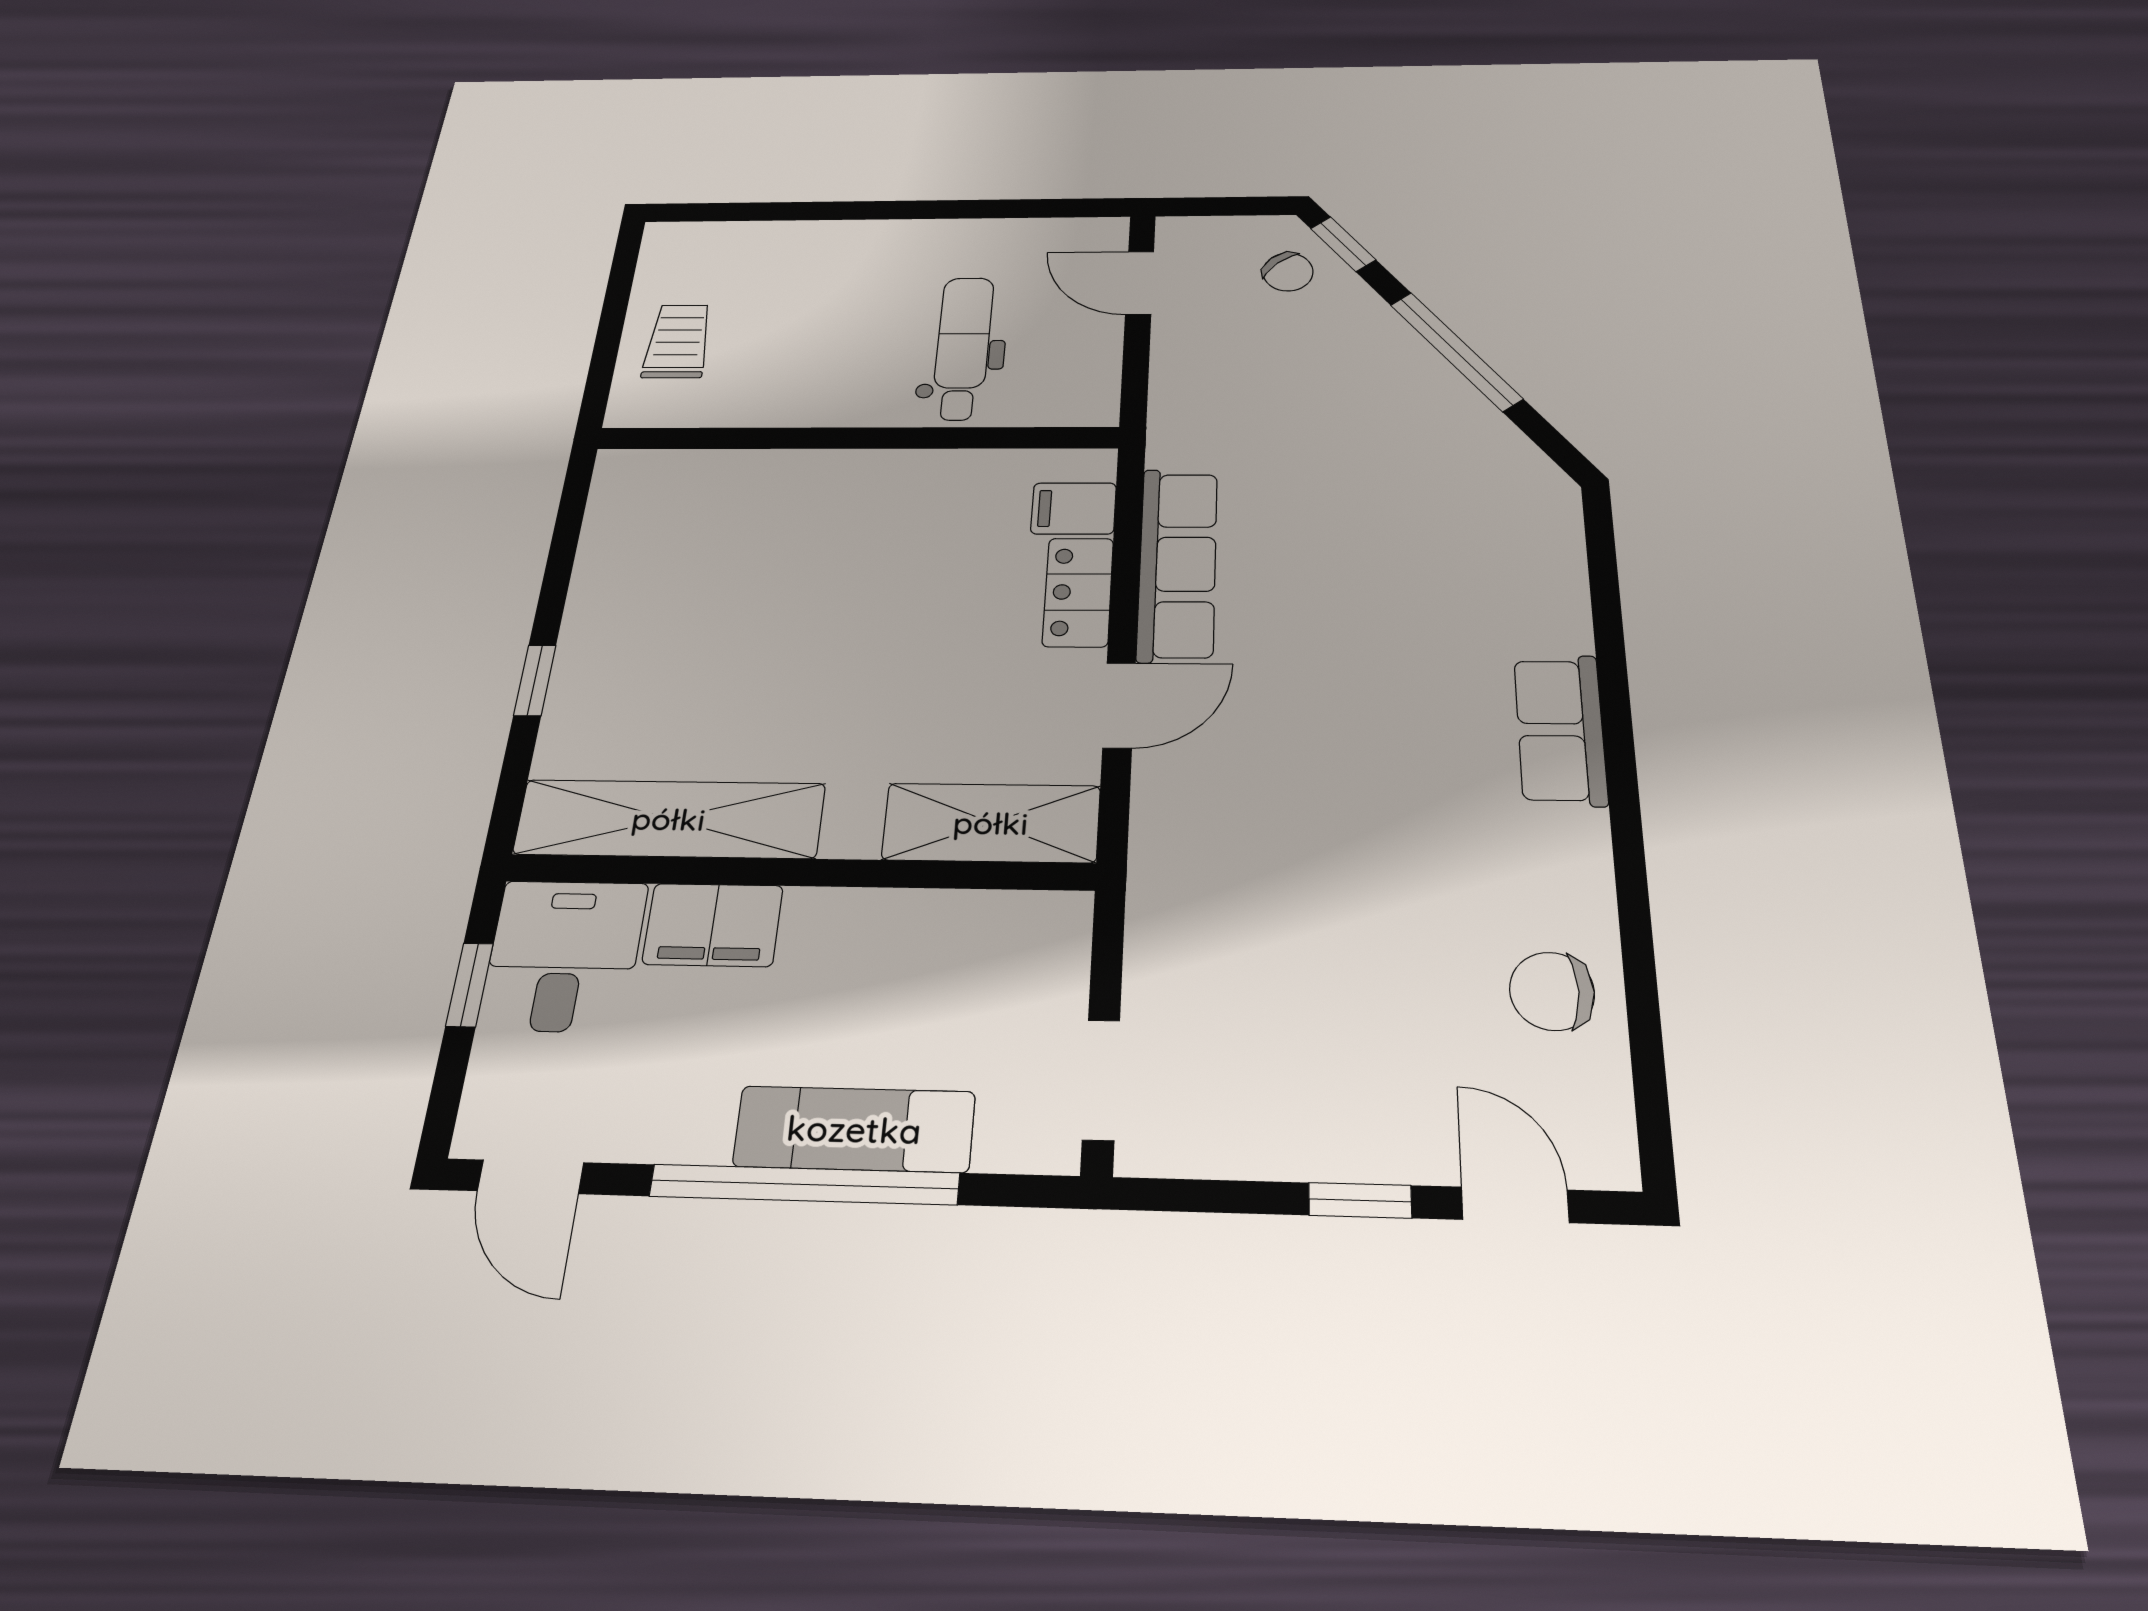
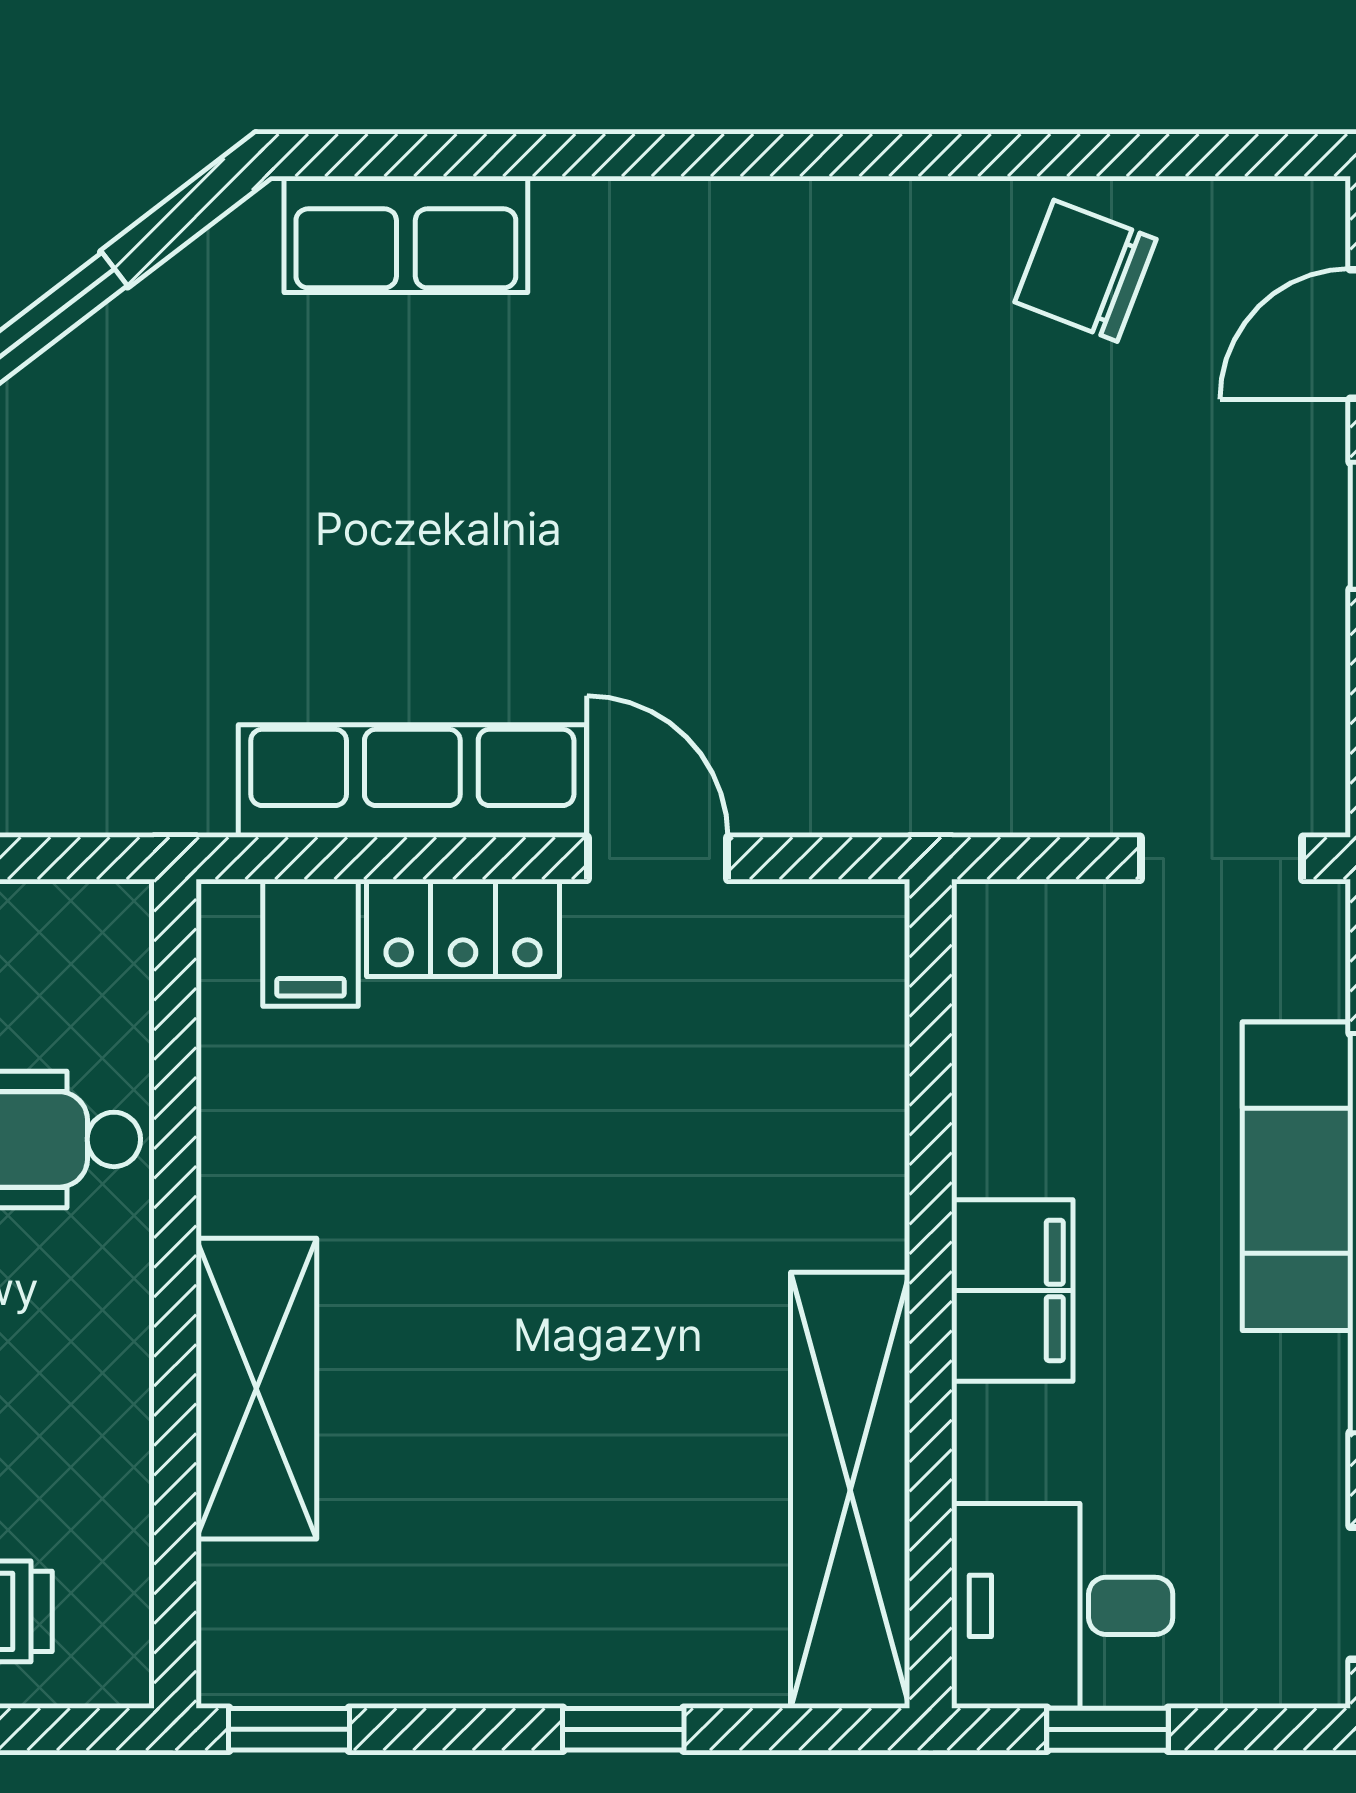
window: (574, 497) -> (289, 1729), added
row of seats: (1560, 730) -> (406, 234), moved
shelving: (991, 823) -> (256, 1389), moved
filing cabinet: (713, 925) -> (1012, 1290), moved
chair: (1552, 991) -> (1085, 271), turned 111

